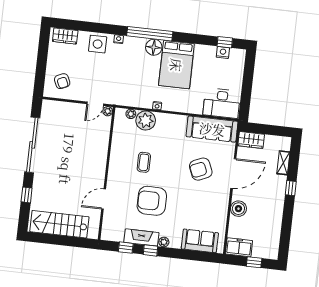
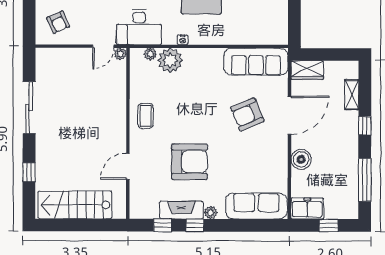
desk: (222, 103) -> (139, 27), moved
sliding door: (32, 145) -> (29, 108), width x0.73
coffee table: (144, 162) -> (146, 116), moved
armchair: (152, 201) -> (190, 162), turned 180
window: (286, 230) -> (365, 180), added
sofa: (200, 241) -> (256, 206), width x1.36

